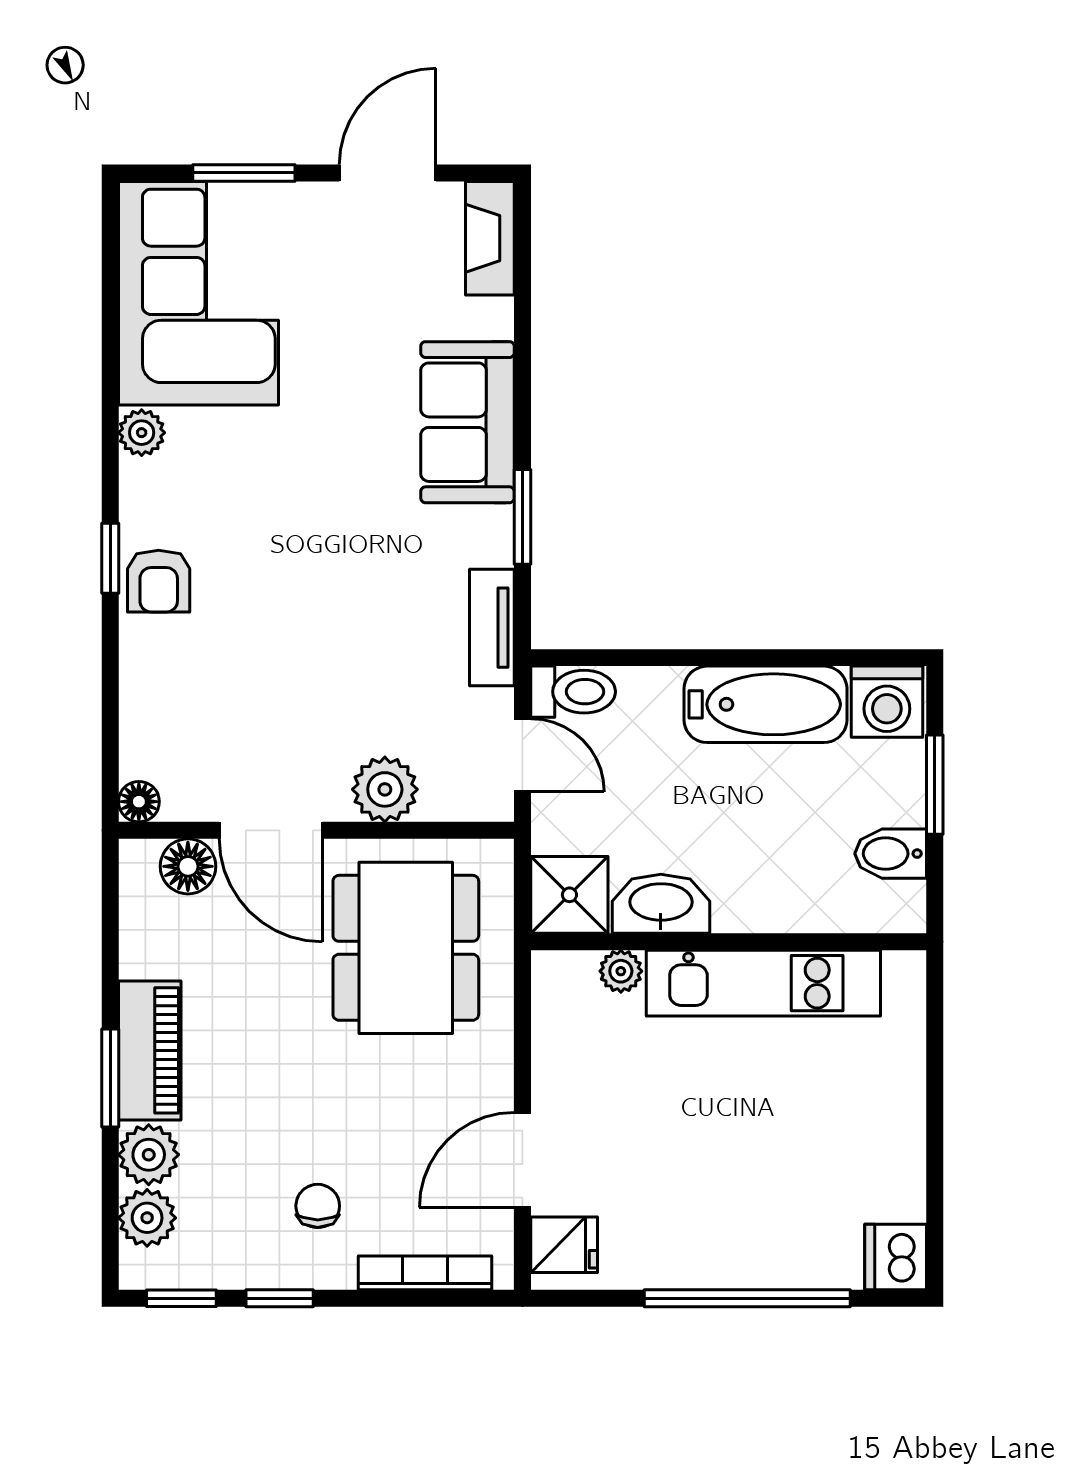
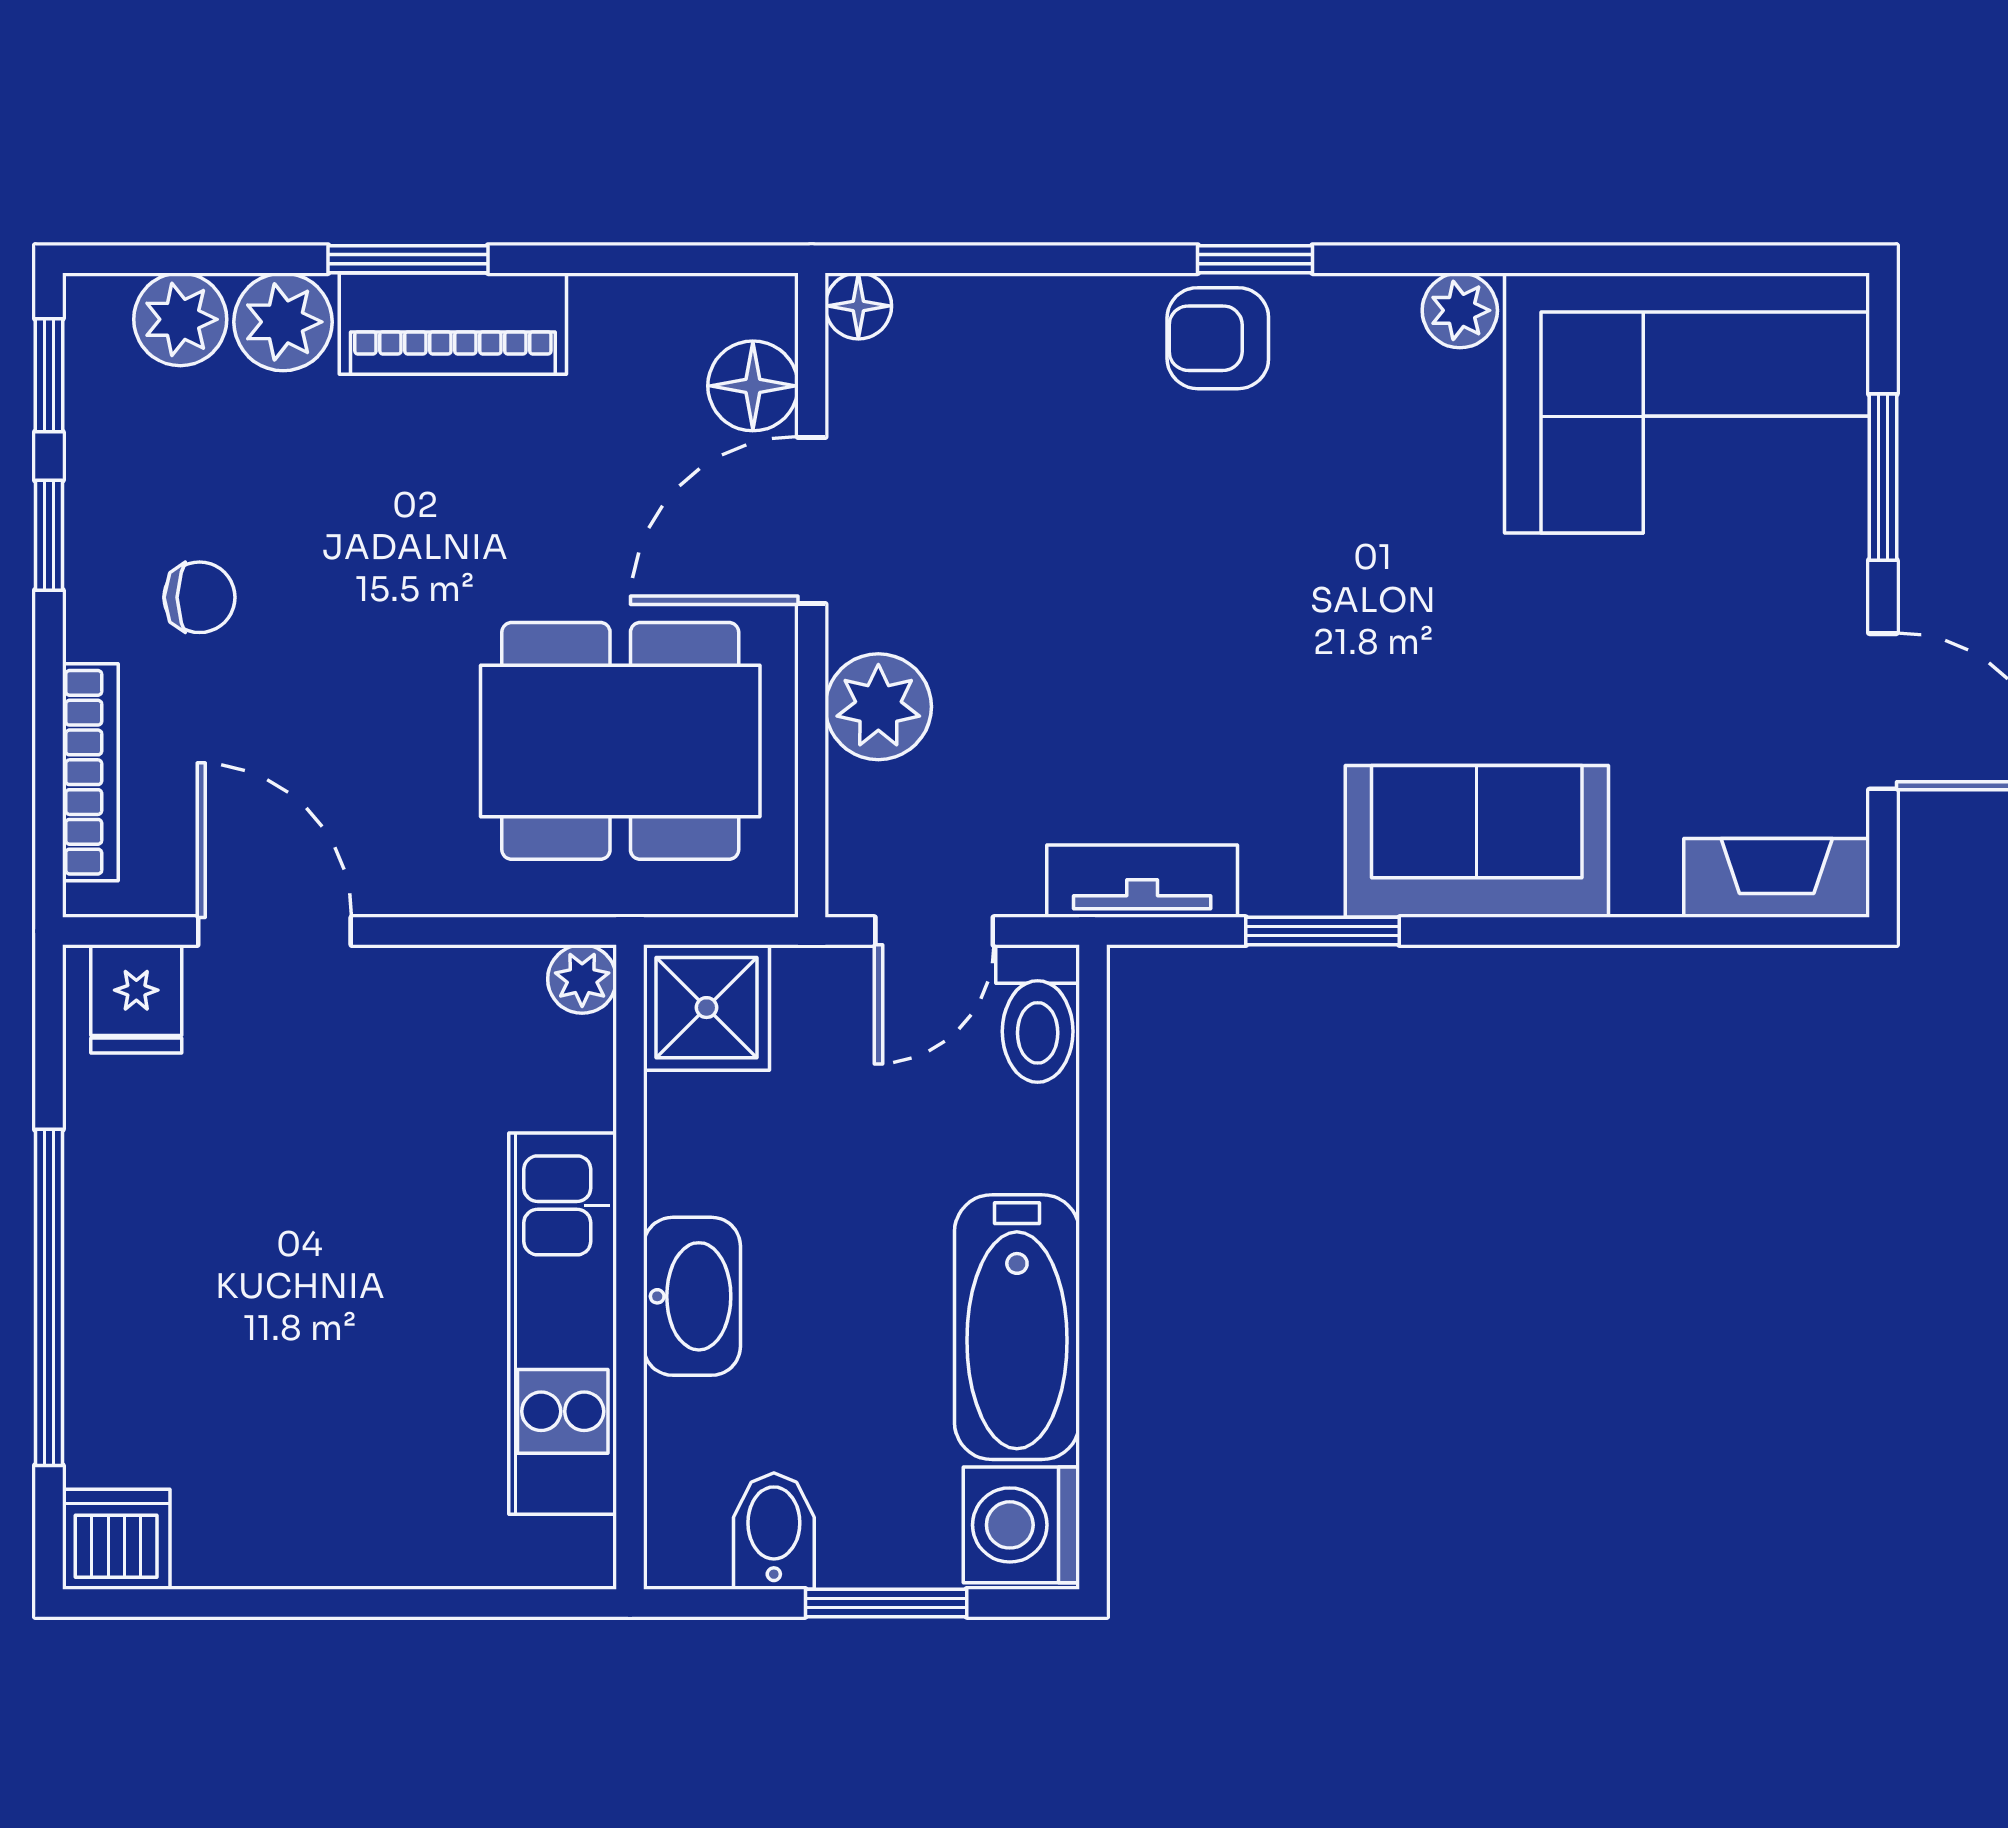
washbasin: (661, 904) -> (692, 1296), moved
plant: (621, 971) -> (582, 979), moved

